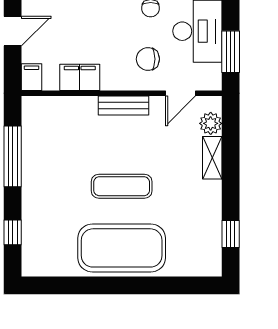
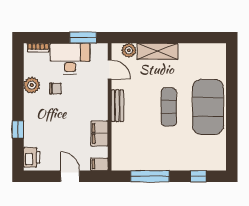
chair: (148, 59) -> (88, 90), removed
shelving: (212, 158) -> (157, 51), width x1.50, depth x1.33
window: (231, 234) -> (199, 38), removed

